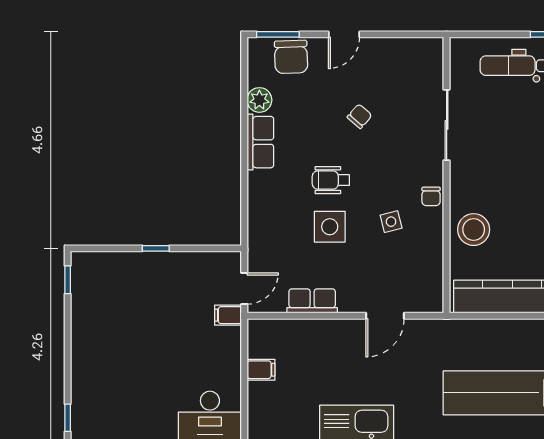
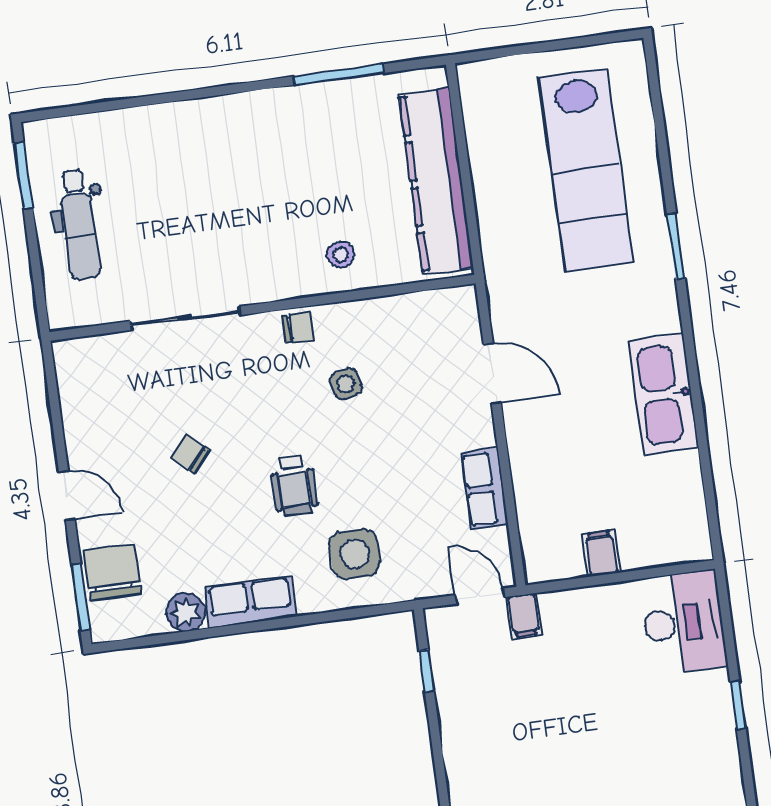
chair: (291, 57) -> (112, 572), turned -88
side table: (330, 227) -> (355, 554), moved
stool: (474, 230) -> (341, 255), width x0.53, depth x0.53
window: (156, 248) -> (427, 671), moved

